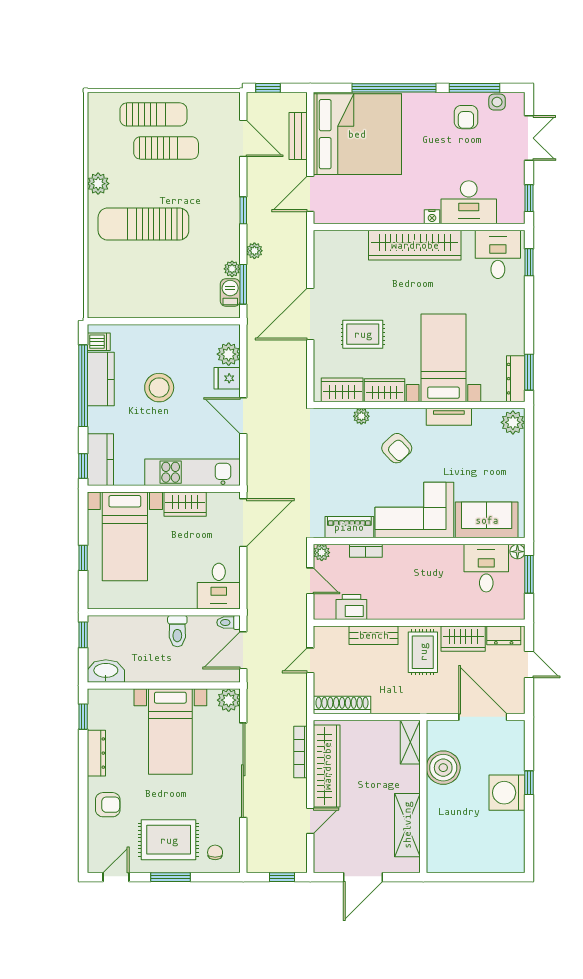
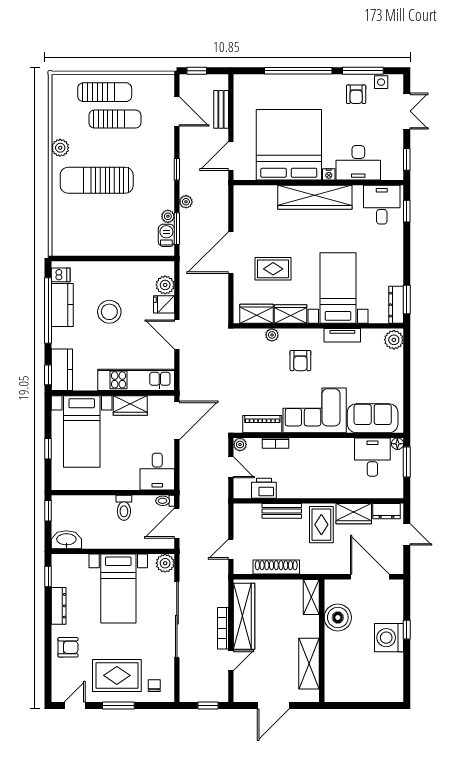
bed: (357, 134) -> (289, 145), moved, turned -90
armchair: (397, 448) -> (300, 361), turned 43
door: (310, 660) -> (231, 549), moved
shoe rack: (342, 705) -> (276, 567), moved
bookcase: (300, 752) -> (223, 628), moved

